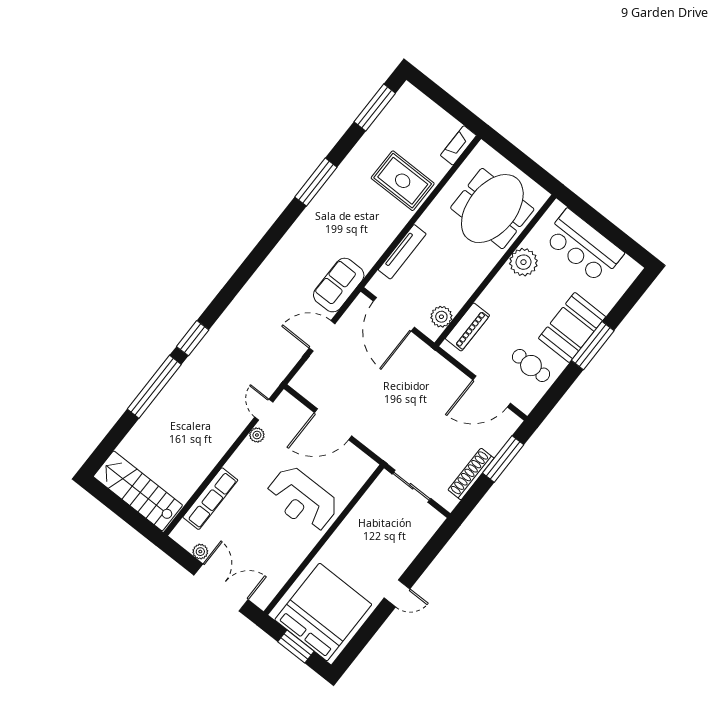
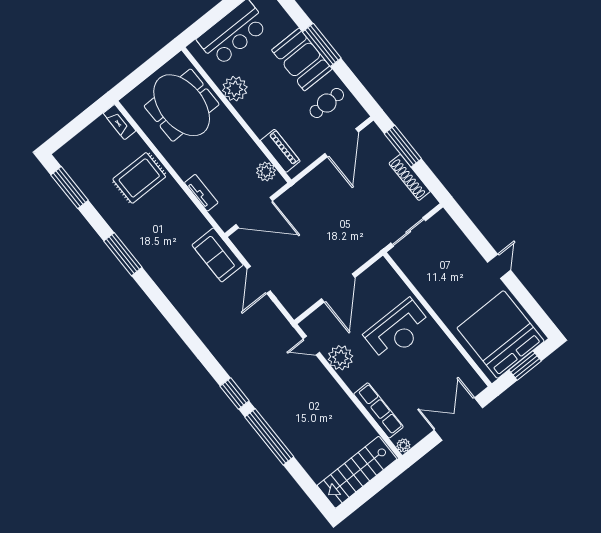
tv unit: (402, 252) -> (201, 193), width x0.71
plant: (257, 435) -> (340, 358), width x1.87, depth x1.87
plant: (200, 552) -> (403, 445), moved

